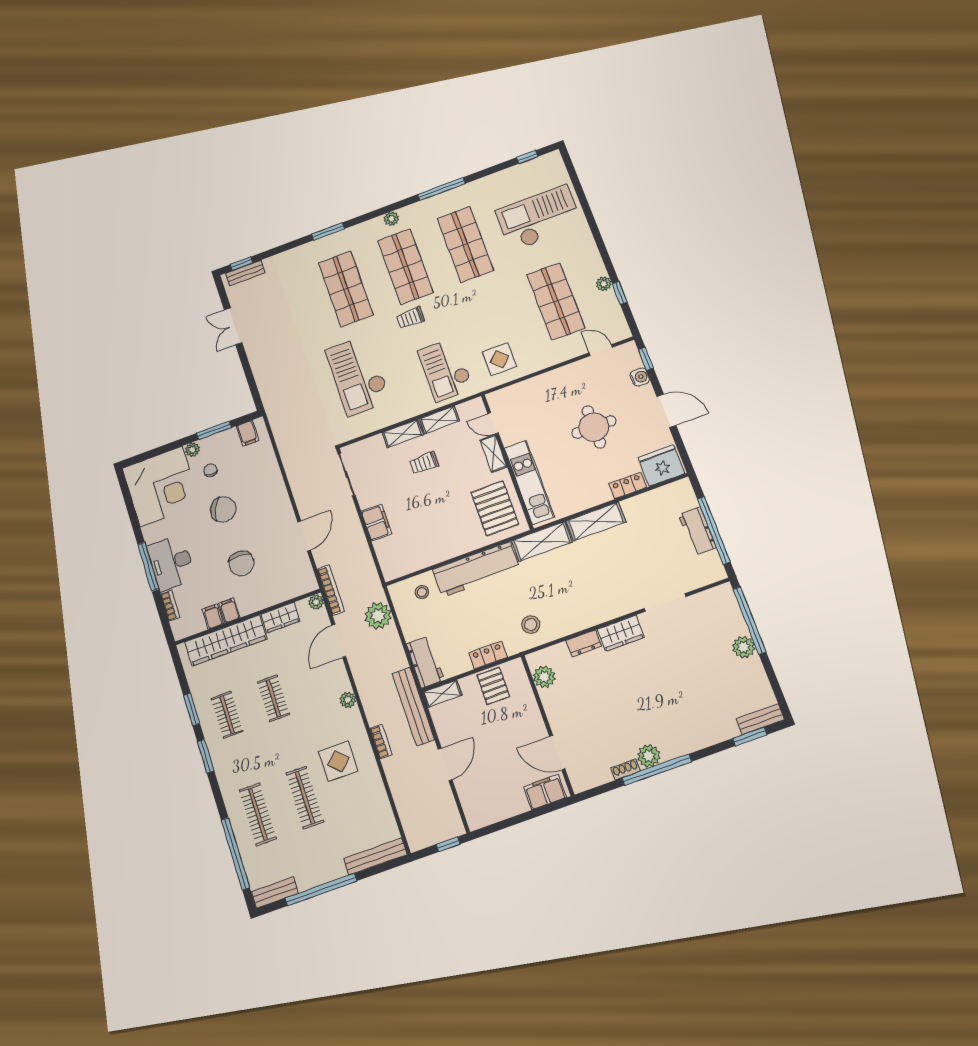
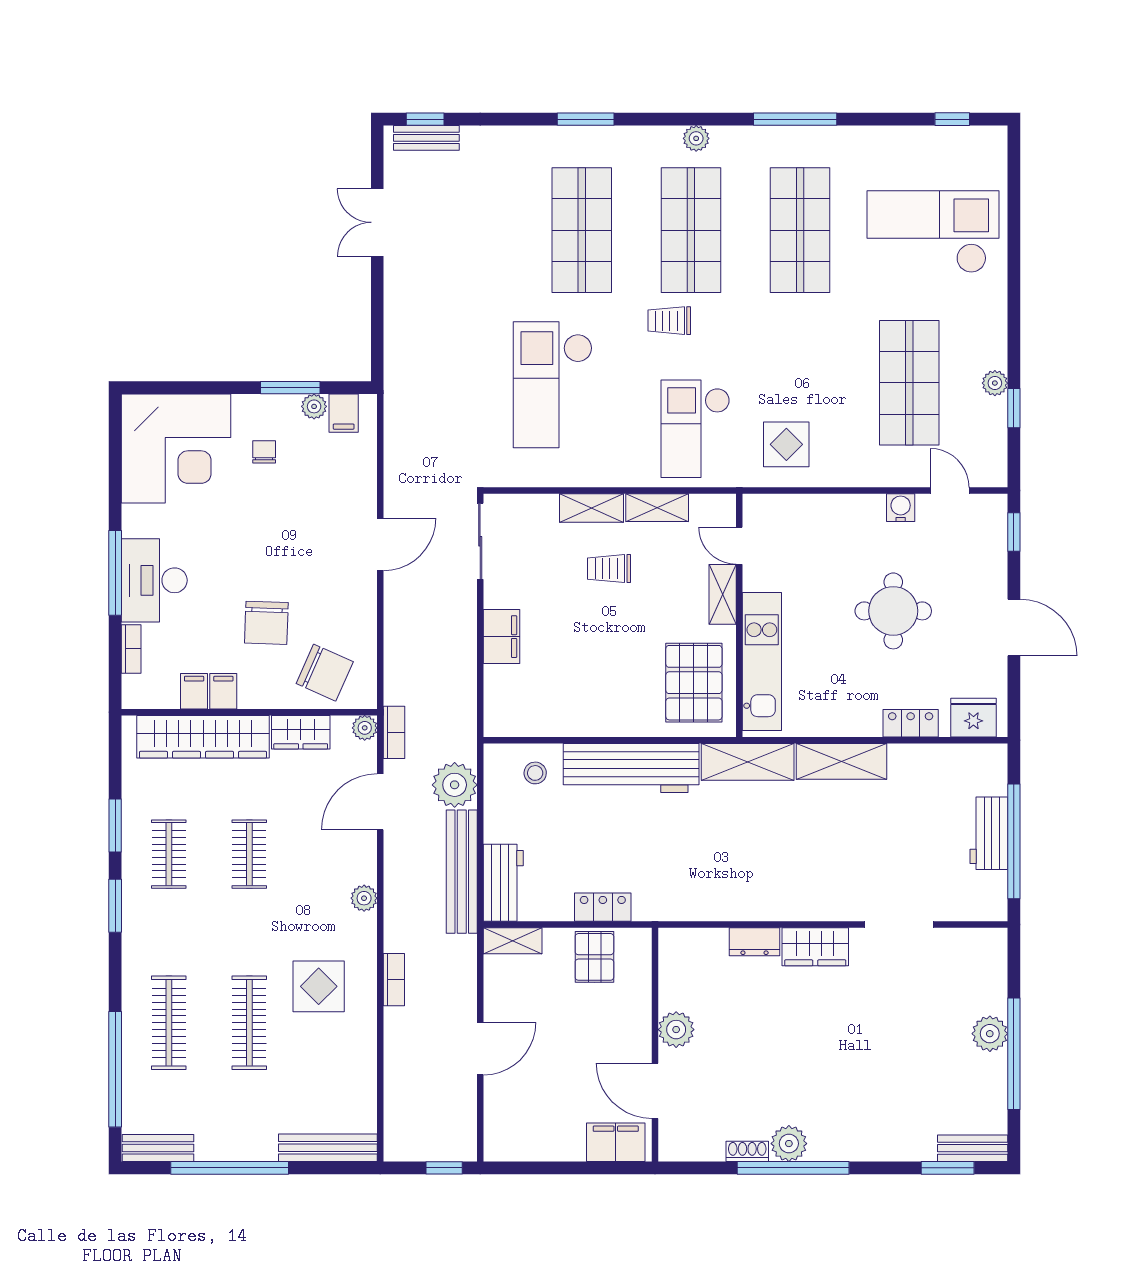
water cooler: (640, 377) -> (901, 508), moved, turned -90
plant: (192, 450) -> (314, 406), moved
fridge: (661, 466) -> (973, 718), width x0.73, depth x0.75
chair: (223, 509) -> (325, 673), moved
door: (304, 536) -> (380, 544), moved
bookcase: (331, 590) -> (394, 732), width x0.64
window: (750, 621) -> (1014, 1054), moved
stool: (531, 625) -> (685, 884), removed
plant: (544, 677) -> (676, 1030), moved
bench: (413, 706) -> (462, 872), moved

